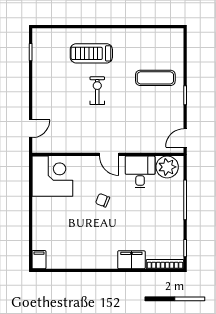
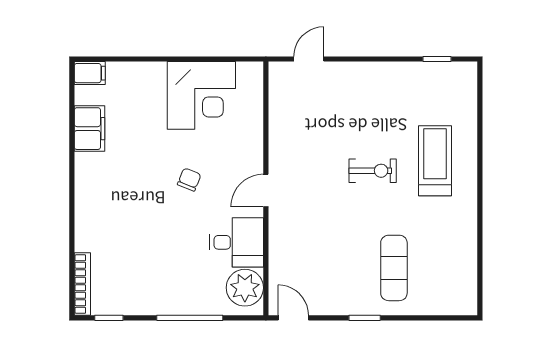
door: (31, 129) -> (309, 59), swing flipped
corner desk: (52, 176) -> (201, 95), moved
filing cabinet: (131, 260) -> (90, 129), moved

